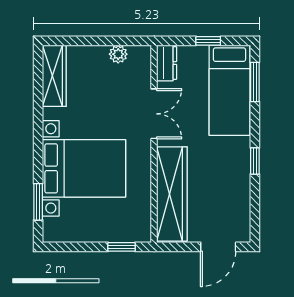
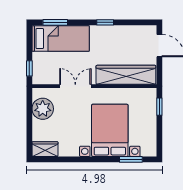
window: (208, 41) -> (29, 68), moved
plant: (118, 54) -> (43, 109), width x1.87, depth x1.87
dresser: (167, 63) -> (43, 78), removed
wardrobe: (54, 76) -> (45, 149), width x0.67

